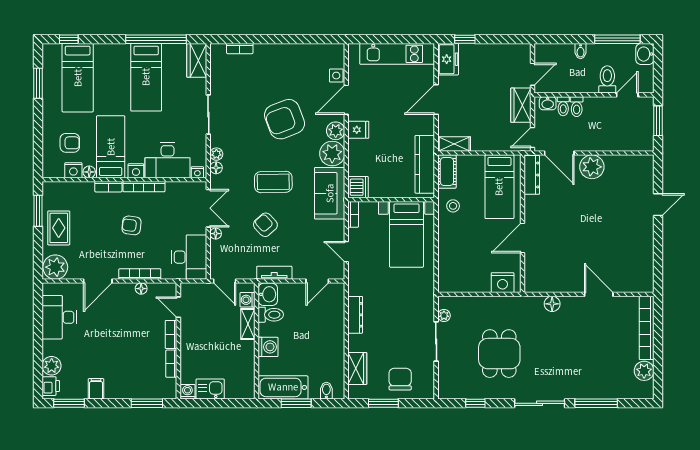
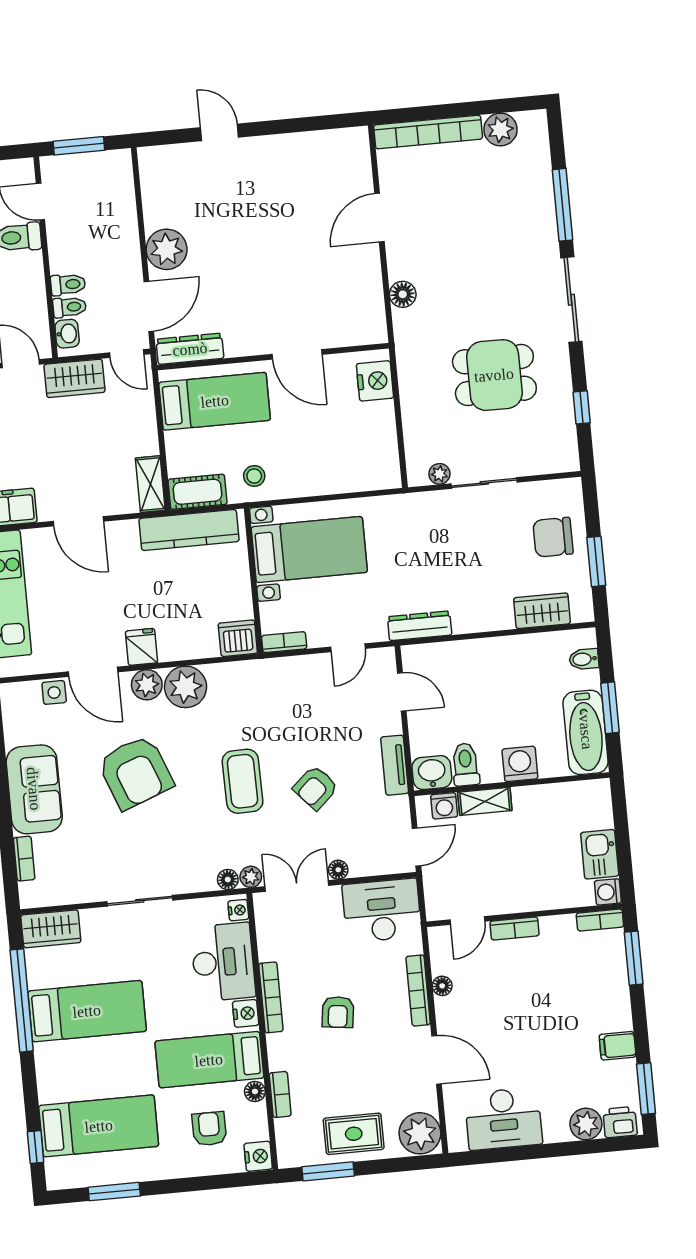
plant: (216, 154) -> (251, 877), moved
nightstand: (73, 170) -> (258, 1156), moved
bookcase: (108, 187) -> (280, 1094), moved
sofa: (330, 193) -> (34, 789), moved, turned -90
dresser: (355, 315) -> (420, 626), moved
bookcase: (171, 364) -> (600, 920), moved

